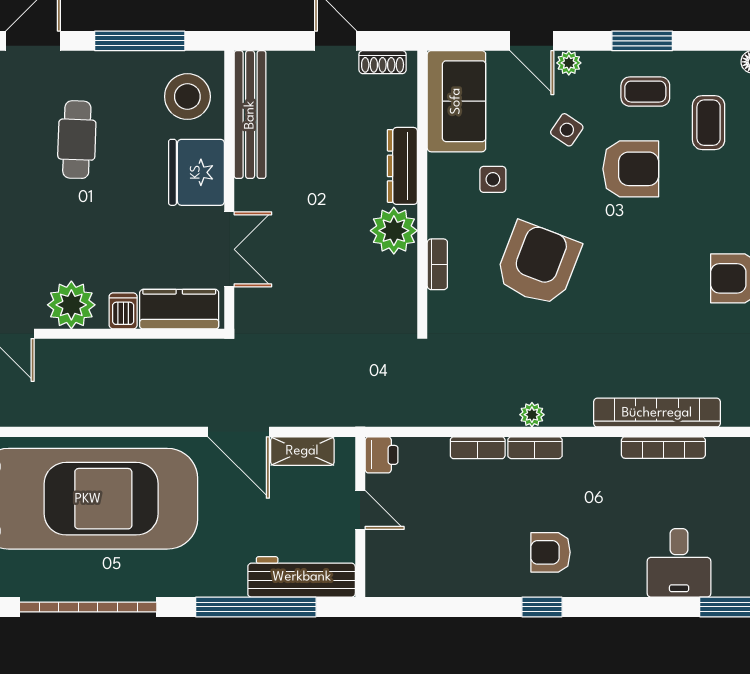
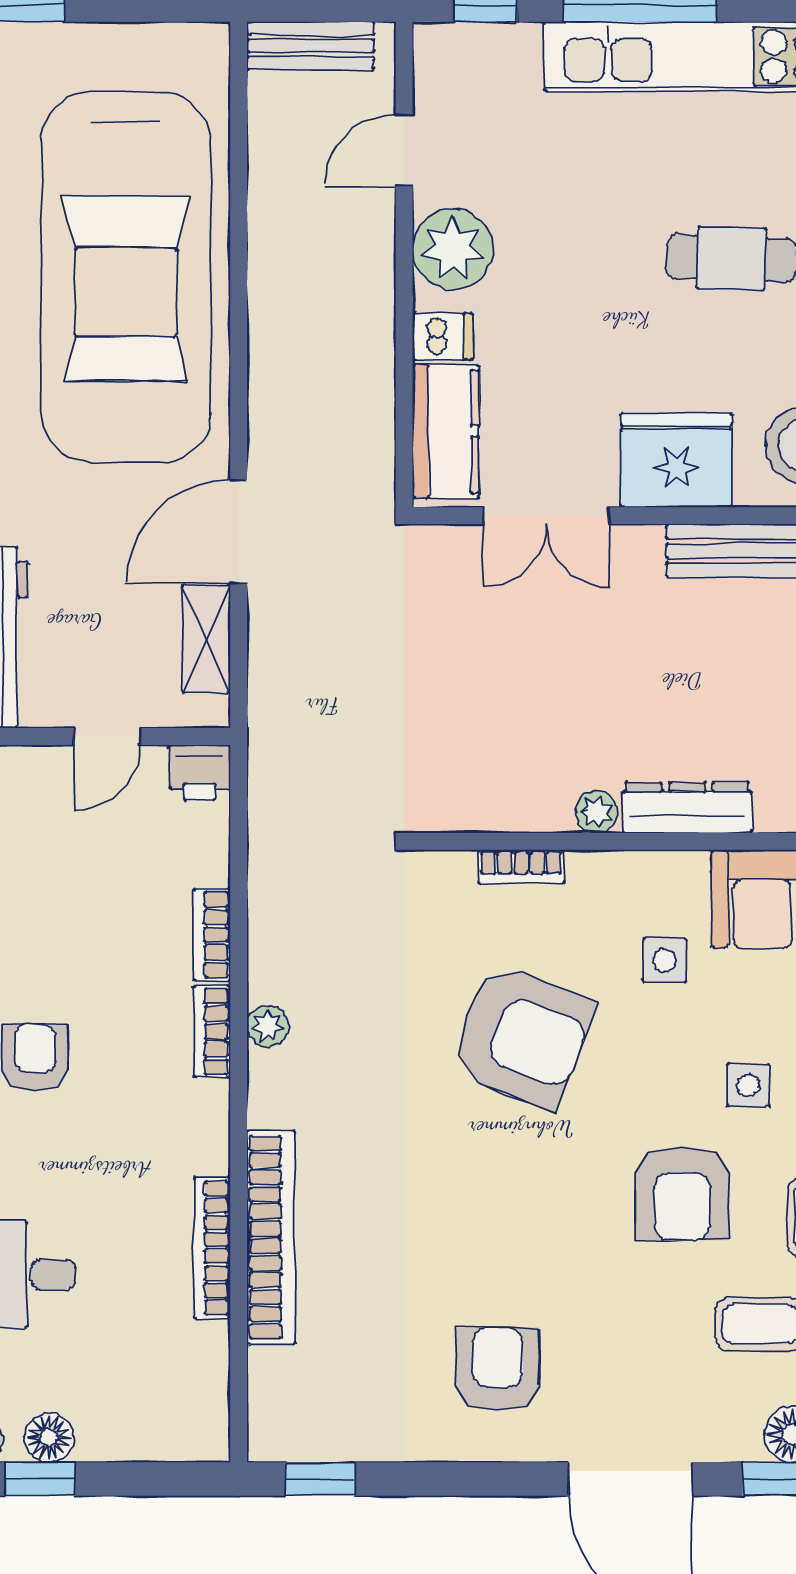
side table: (567, 130) -> (748, 1085), turned -34
plant: (394, 231) -> (597, 812), width x0.53, depth x0.53

